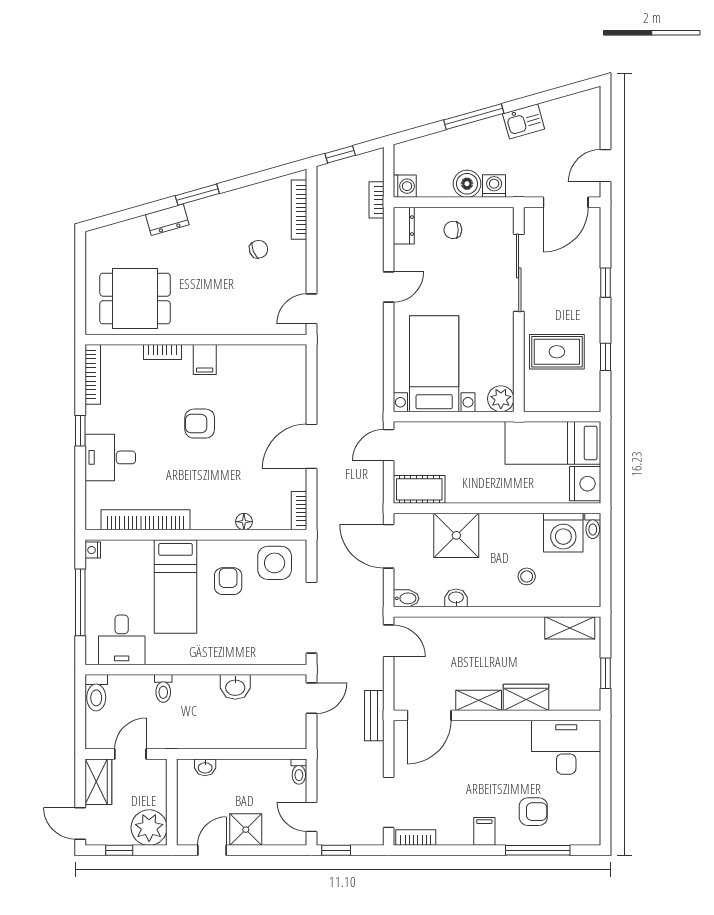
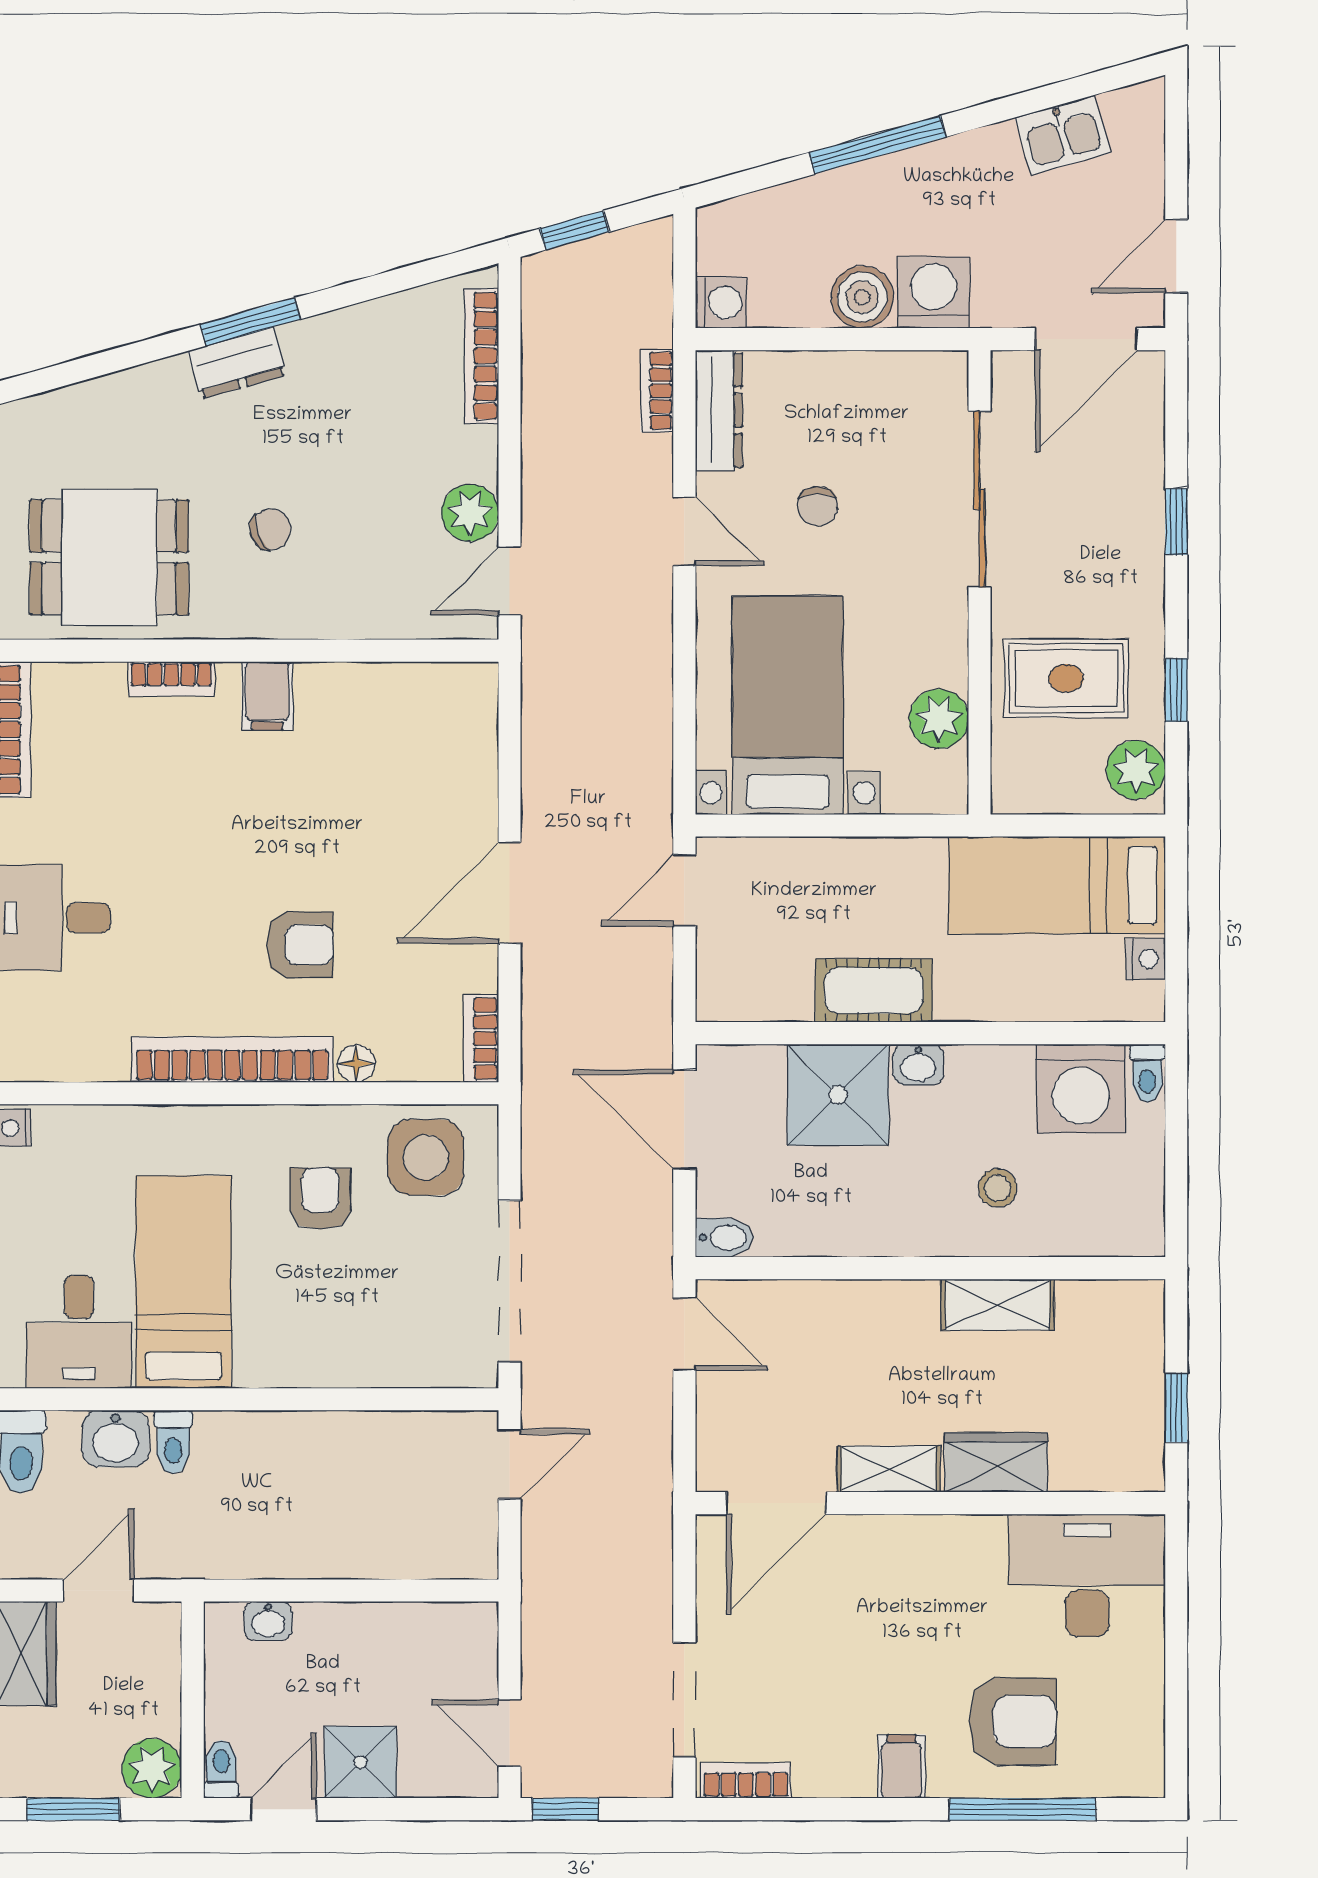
kitchen sink: (524, 121) -> (1063, 135), moved
washing machine: (494, 186) -> (933, 292), width x1.38, depth x1.38
bookcase: (377, 200) -> (657, 391), moved
dresser: (167, 220) -> (237, 363), moved
dresser: (404, 226) -> (719, 410), width x1.44
chair: (453, 230) -> (818, 506), moved, turned -90
chair: (259, 249) -> (270, 529), moved
plant: (294, 279) -> (470, 513), added
door: (389, 287) -> (684, 531), hinge flipped
plant: (588, 392) -> (1136, 770), added
plant: (501, 399) -> (939, 719), moved
armchair: (200, 424) -> (300, 945), moved, turned 180
nightstand: (585, 484) -> (1146, 959), width x0.53, depth x0.56
cot: (419, 489) -> (874, 990), moved
bookcase: (145, 520) -> (232, 1059), moved
bed: (176, 586) -> (183, 1282), moved, turned 180
washbasin: (456, 598) -> (918, 1065), moved, turned 180
shelving: (570, 628) -> (998, 1305), moved
washbasin: (235, 687) -> (116, 1439), moved
bench: (374, 716) -> (652, 1504), removed
toilet: (299, 772) -> (221, 1769), moved, turned 180
armchair: (533, 812) -> (1013, 1721), width x1.38, depth x1.38
plant: (149, 828) -> (152, 1768), width x0.73, depth x0.73
window: (119, 850) -> (73, 1809), width x1.50

